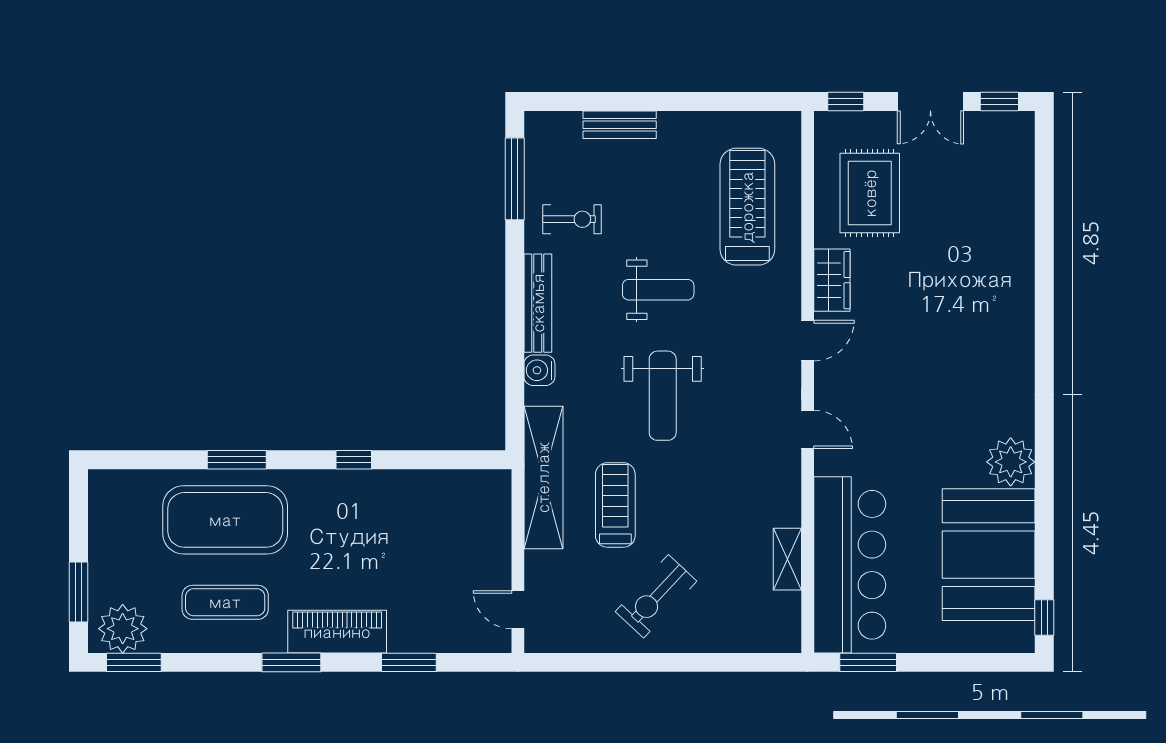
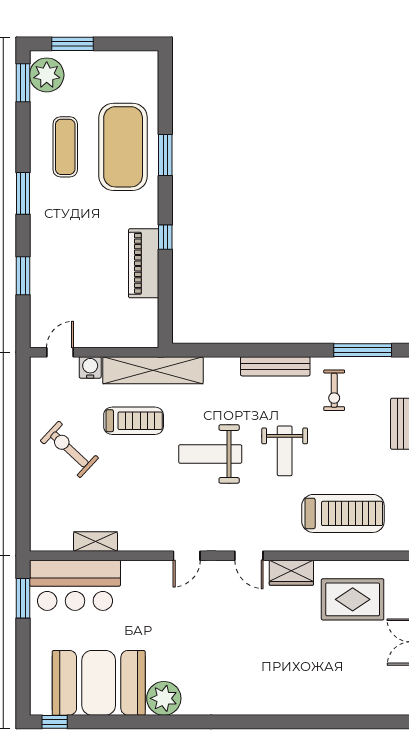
water cooler: (539, 370) -> (90, 367), moved
bar counter: (850, 565) -> (75, 585), width x0.73
piano: (337, 632) -> (144, 263), moved, turned 180

